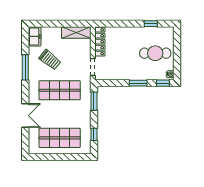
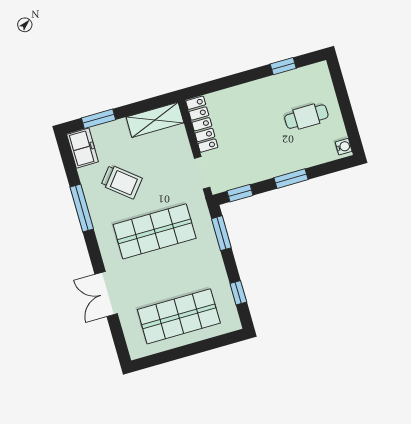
window: (47, 24) -> (99, 119), added
cafe table: (155, 53) -> (306, 117), width x0.73, depth x0.74
window: (163, 83) -> (240, 193), moved
double door: (25, 116) -> (106, 294), swing flipped

